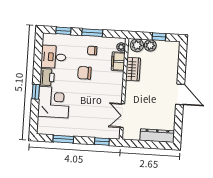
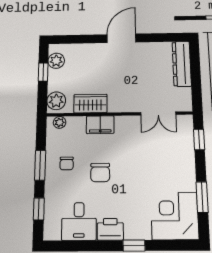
plant: (150, 45) -> (56, 61), moved
filing cabinet: (118, 61) -> (100, 125), moved
corner desk: (54, 102) -> (175, 216), moved

